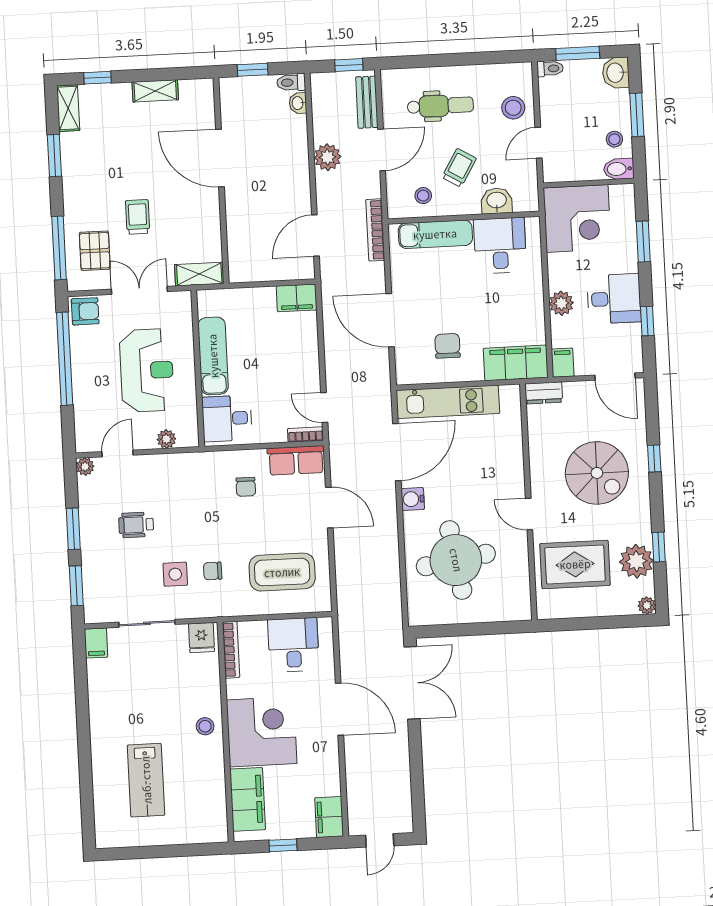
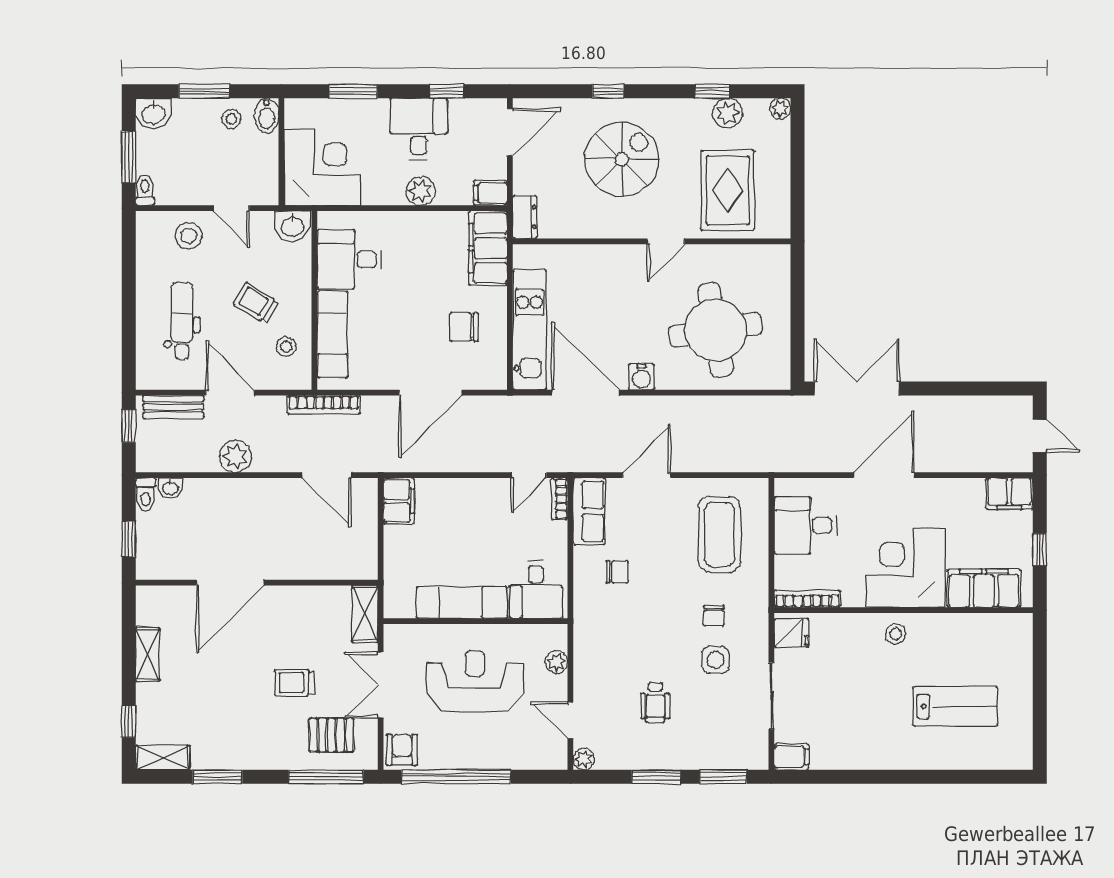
washbasin: (497, 201) -> (292, 226), moved, turned -90
plant: (636, 561) -> (728, 113), width x0.73, depth x0.73

